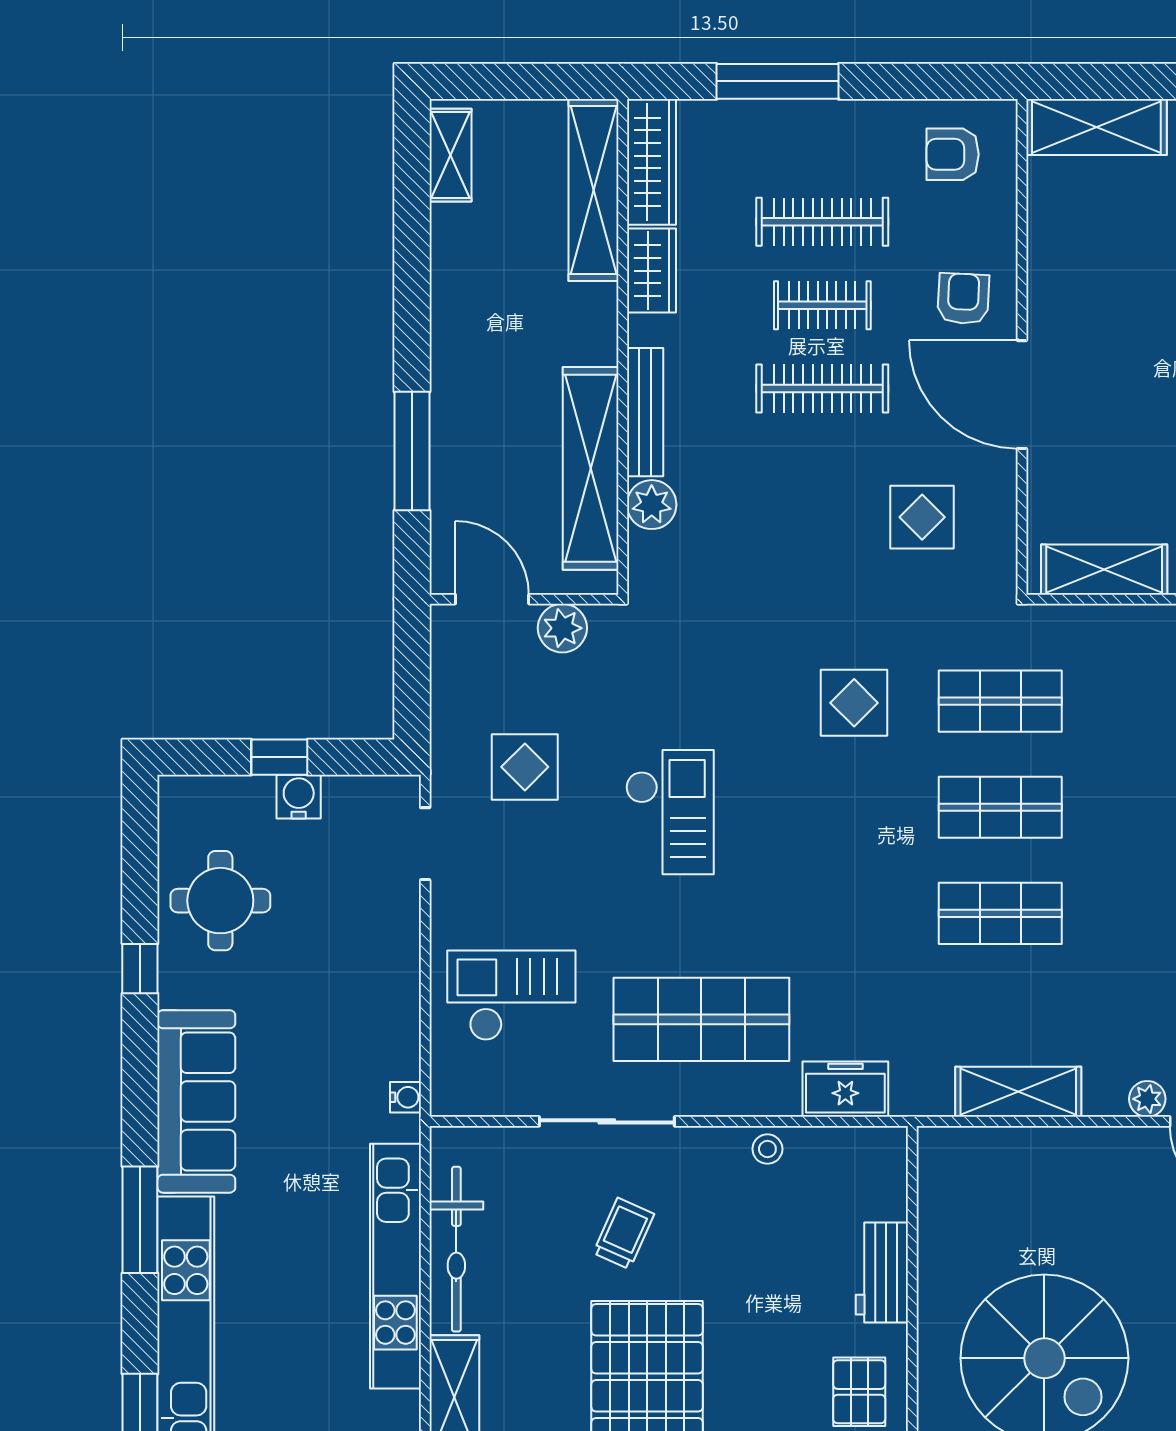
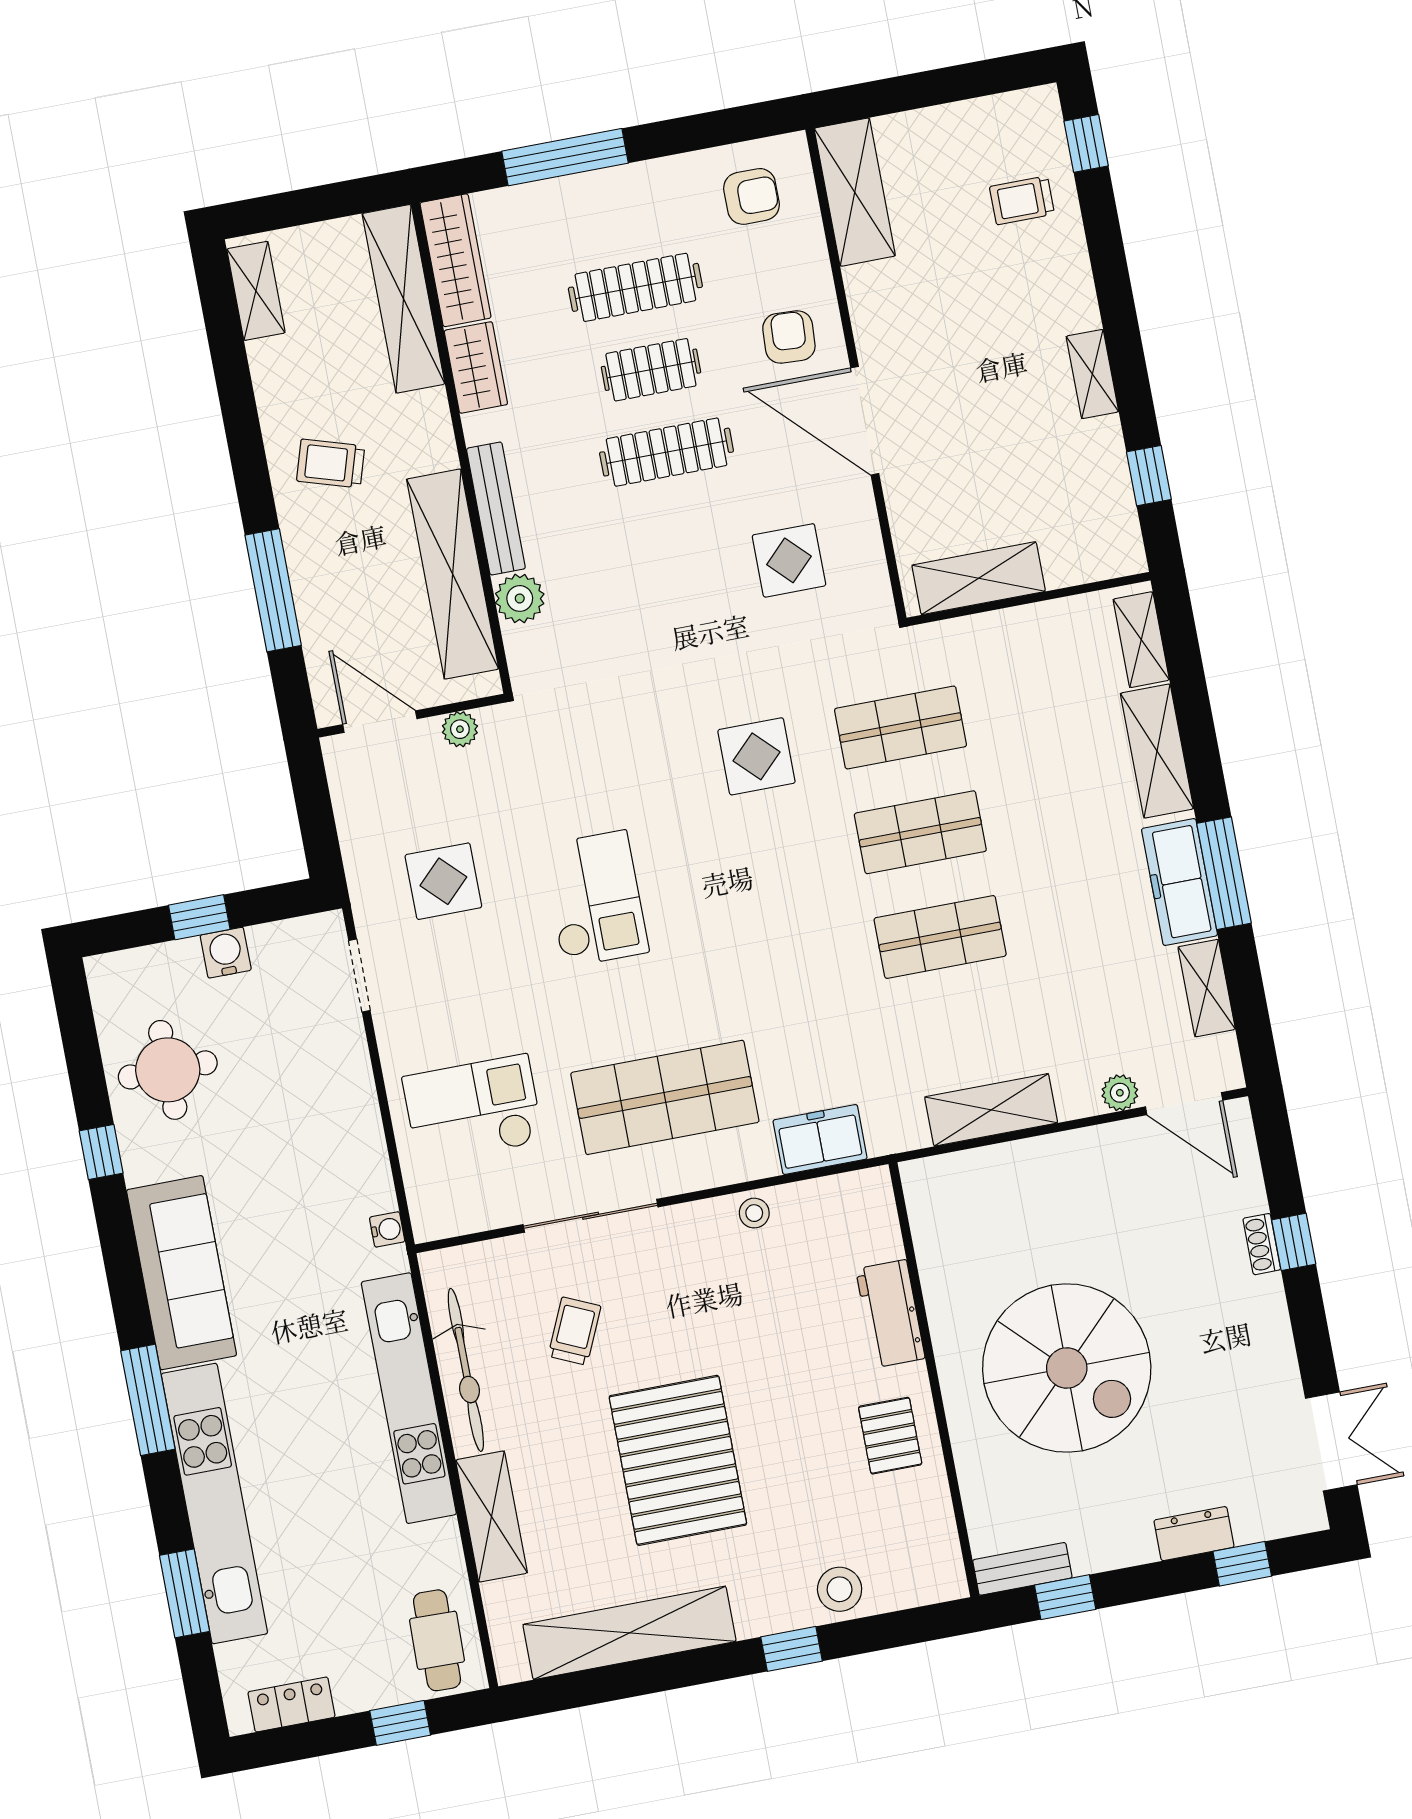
shelving: (1096, 127) -> (855, 192), moved, turned 90
armchair: (953, 154) -> (751, 196), turned 180
trolley: (492, 338) -> (331, 463), added
plant: (562, 628) -> (460, 729), width x0.73, depth x0.73
trolley: (624, 1233) -> (575, 1331), moved

